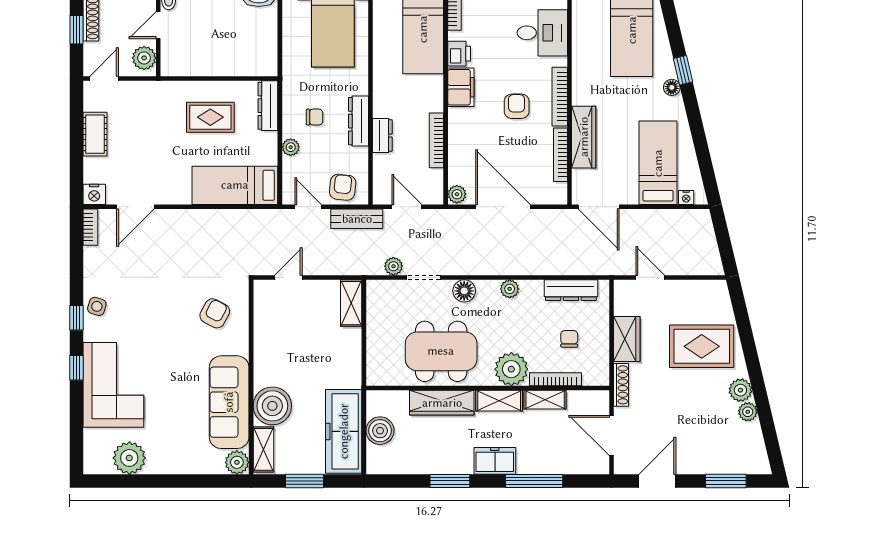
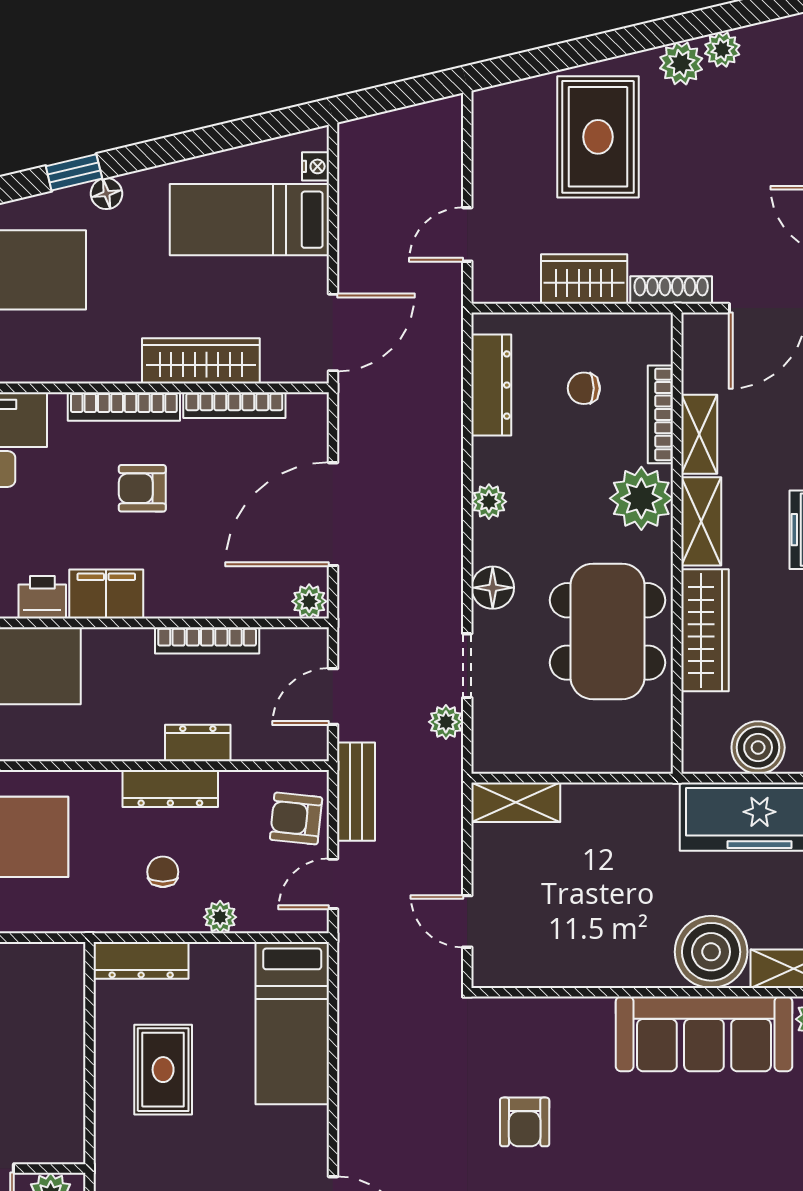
armchair: (215, 313) -> (525, 1122), moved, turned -118

